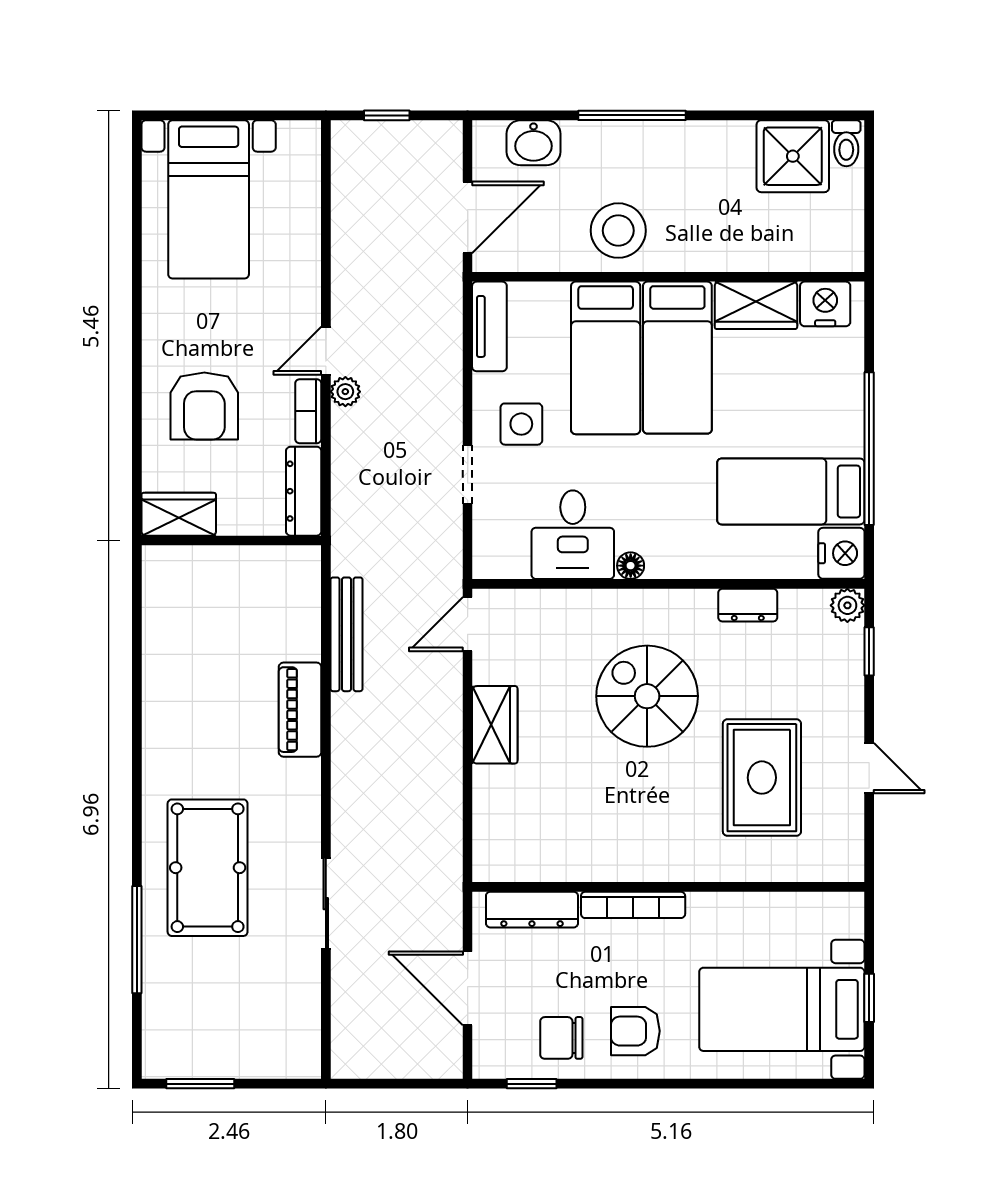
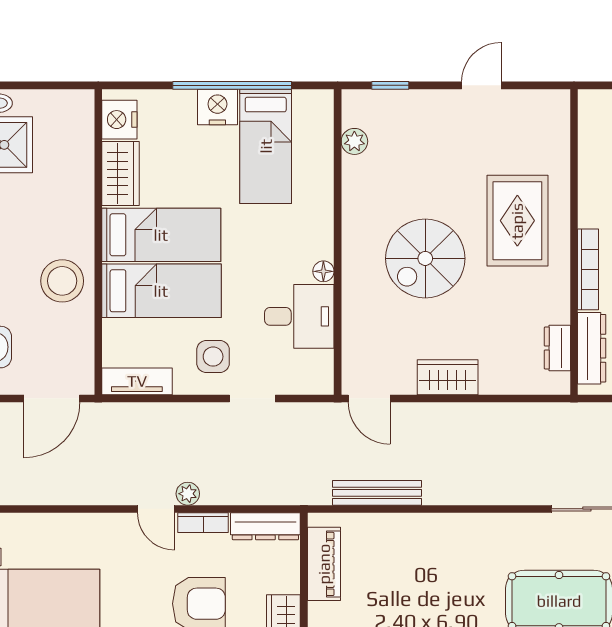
door: (468, 217) -> (52, 398), swing flipped
nightstand: (841, 553) -> (217, 107), moved
dresser: (748, 605) -> (557, 348), moved, turned 180
plant: (847, 605) -> (354, 141), moved
piano: (300, 710) -> (324, 564), moved, turned -90
rug: (762, 778) -> (517, 221), moved, turned 90

